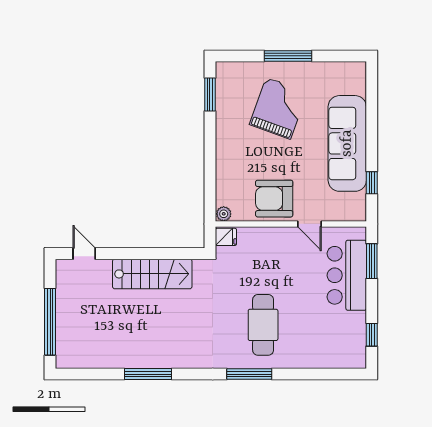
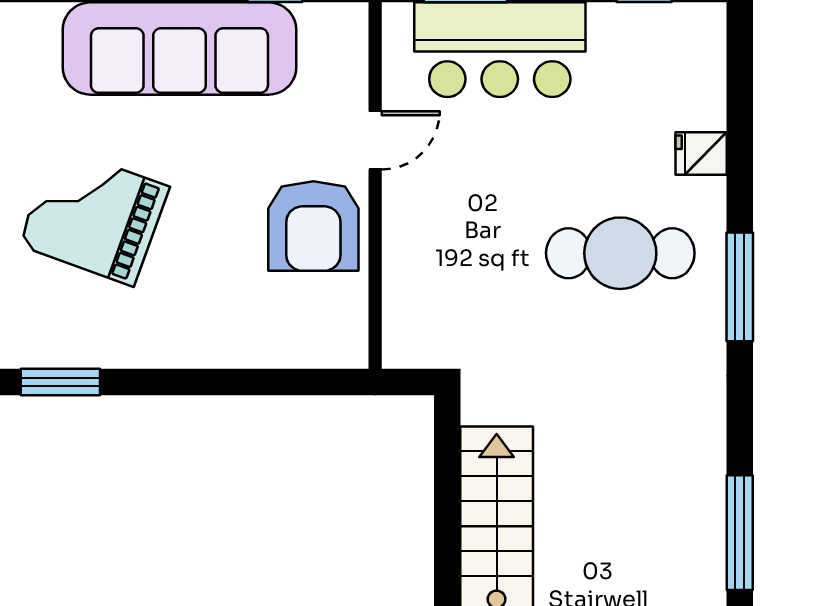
plant: (224, 214) -> (350, 349), removed
fridge: (226, 237) -> (701, 153), moved, turned -90

